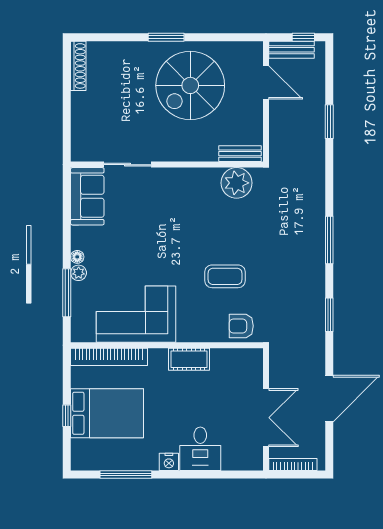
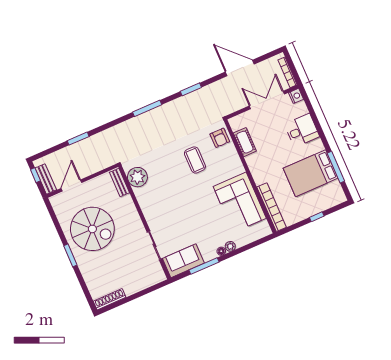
window: (67, 293) -> (204, 266), moved
cot: (189, 359) -> (245, 142), moved
bed: (107, 413) -> (311, 173), moved, turned -90
nightstand: (169, 462) -> (296, 96), moved

